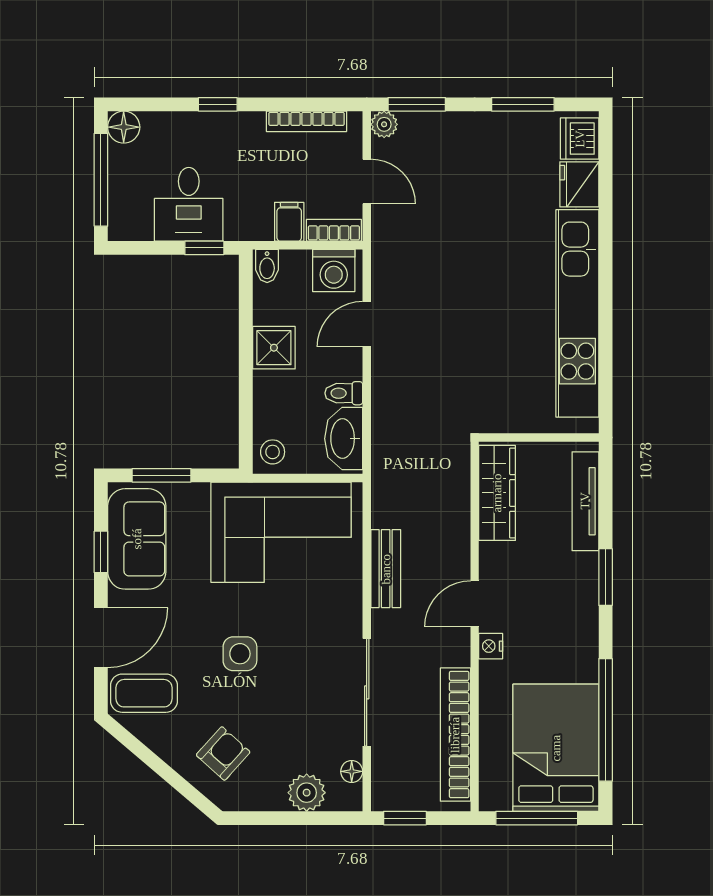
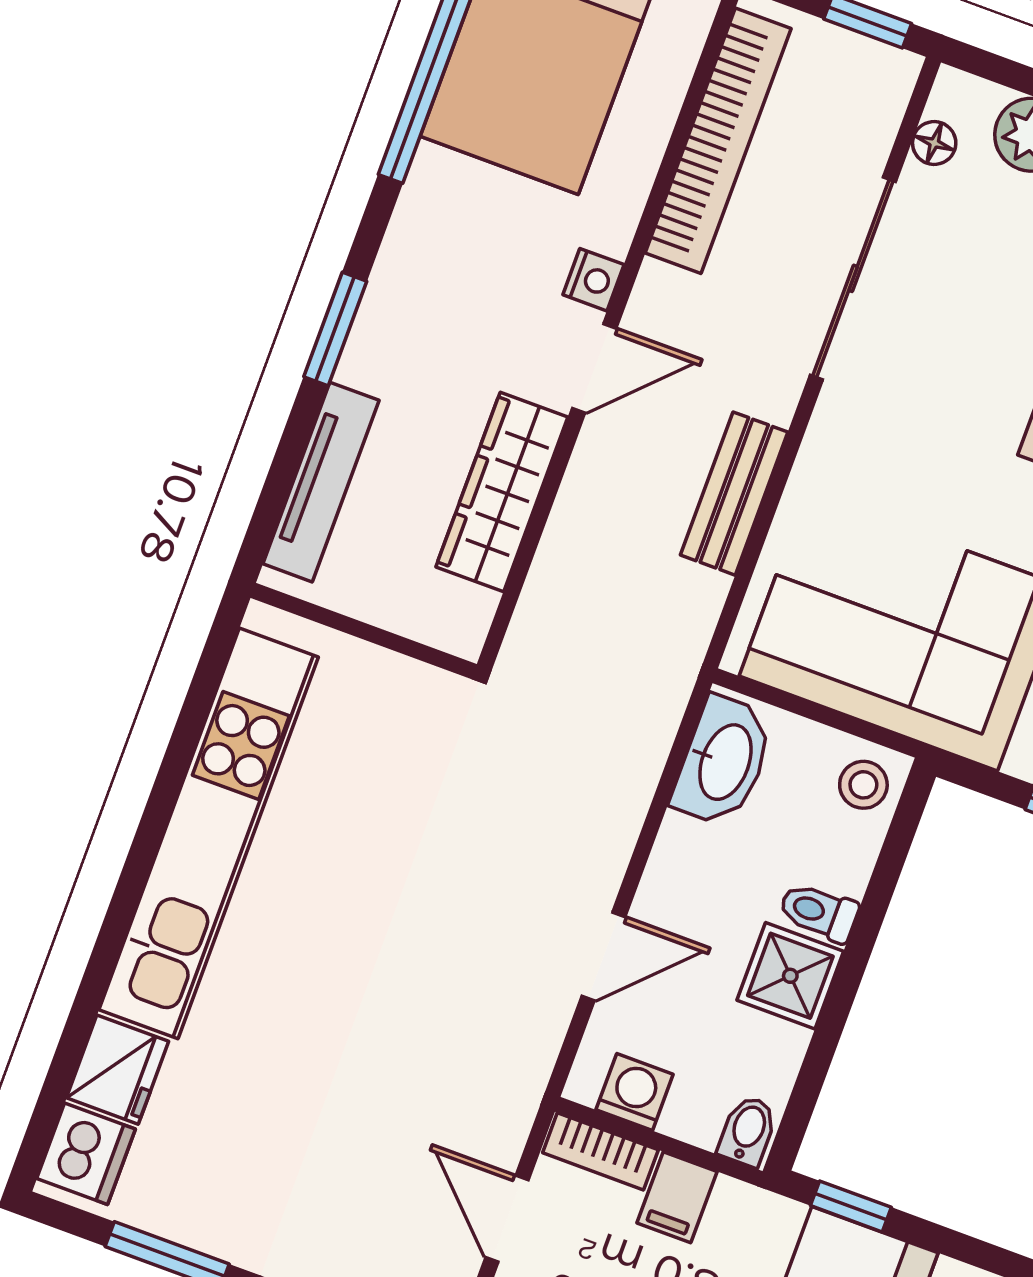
washing machine: (334, 270) -> (635, 1092), width x0.73, depth x0.73
toilet: (344, 393) -> (819, 912), moved, turned 180
wardrobe: (497, 493) -> (502, 492), moved

